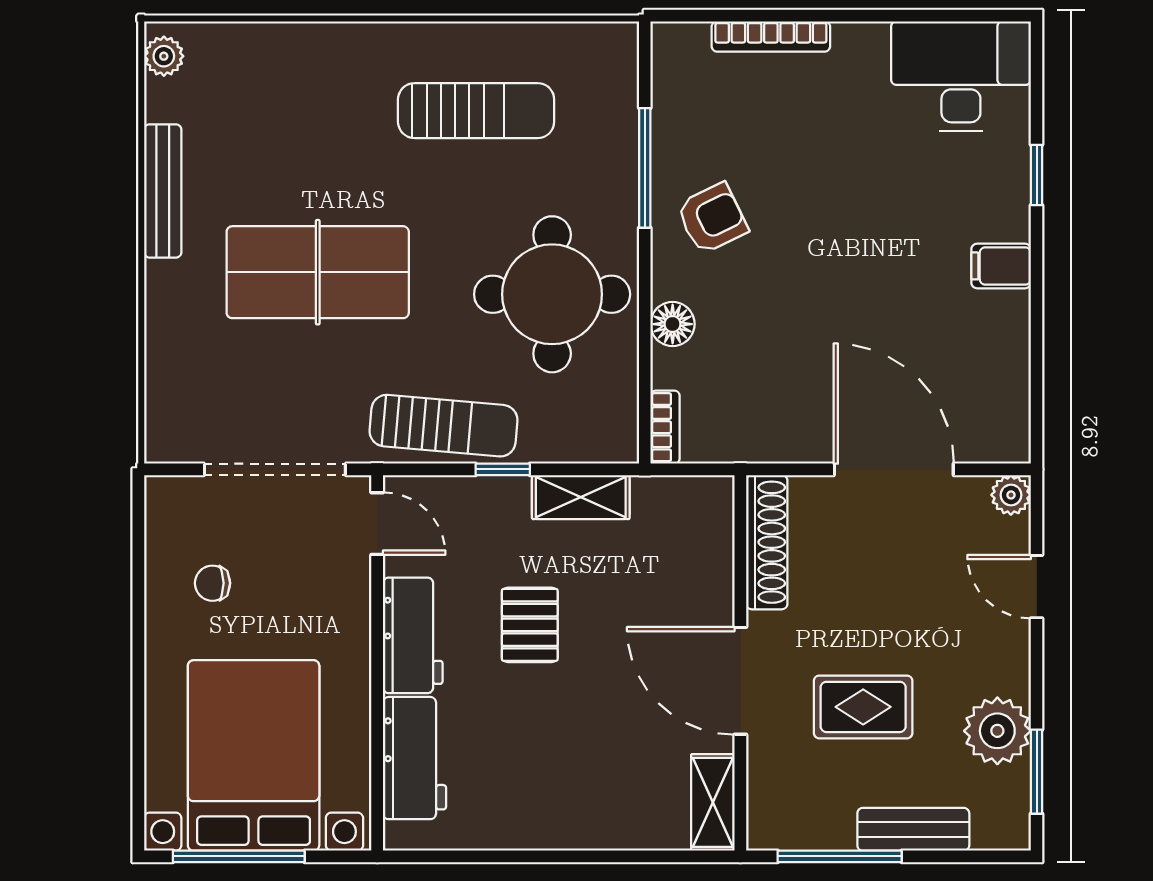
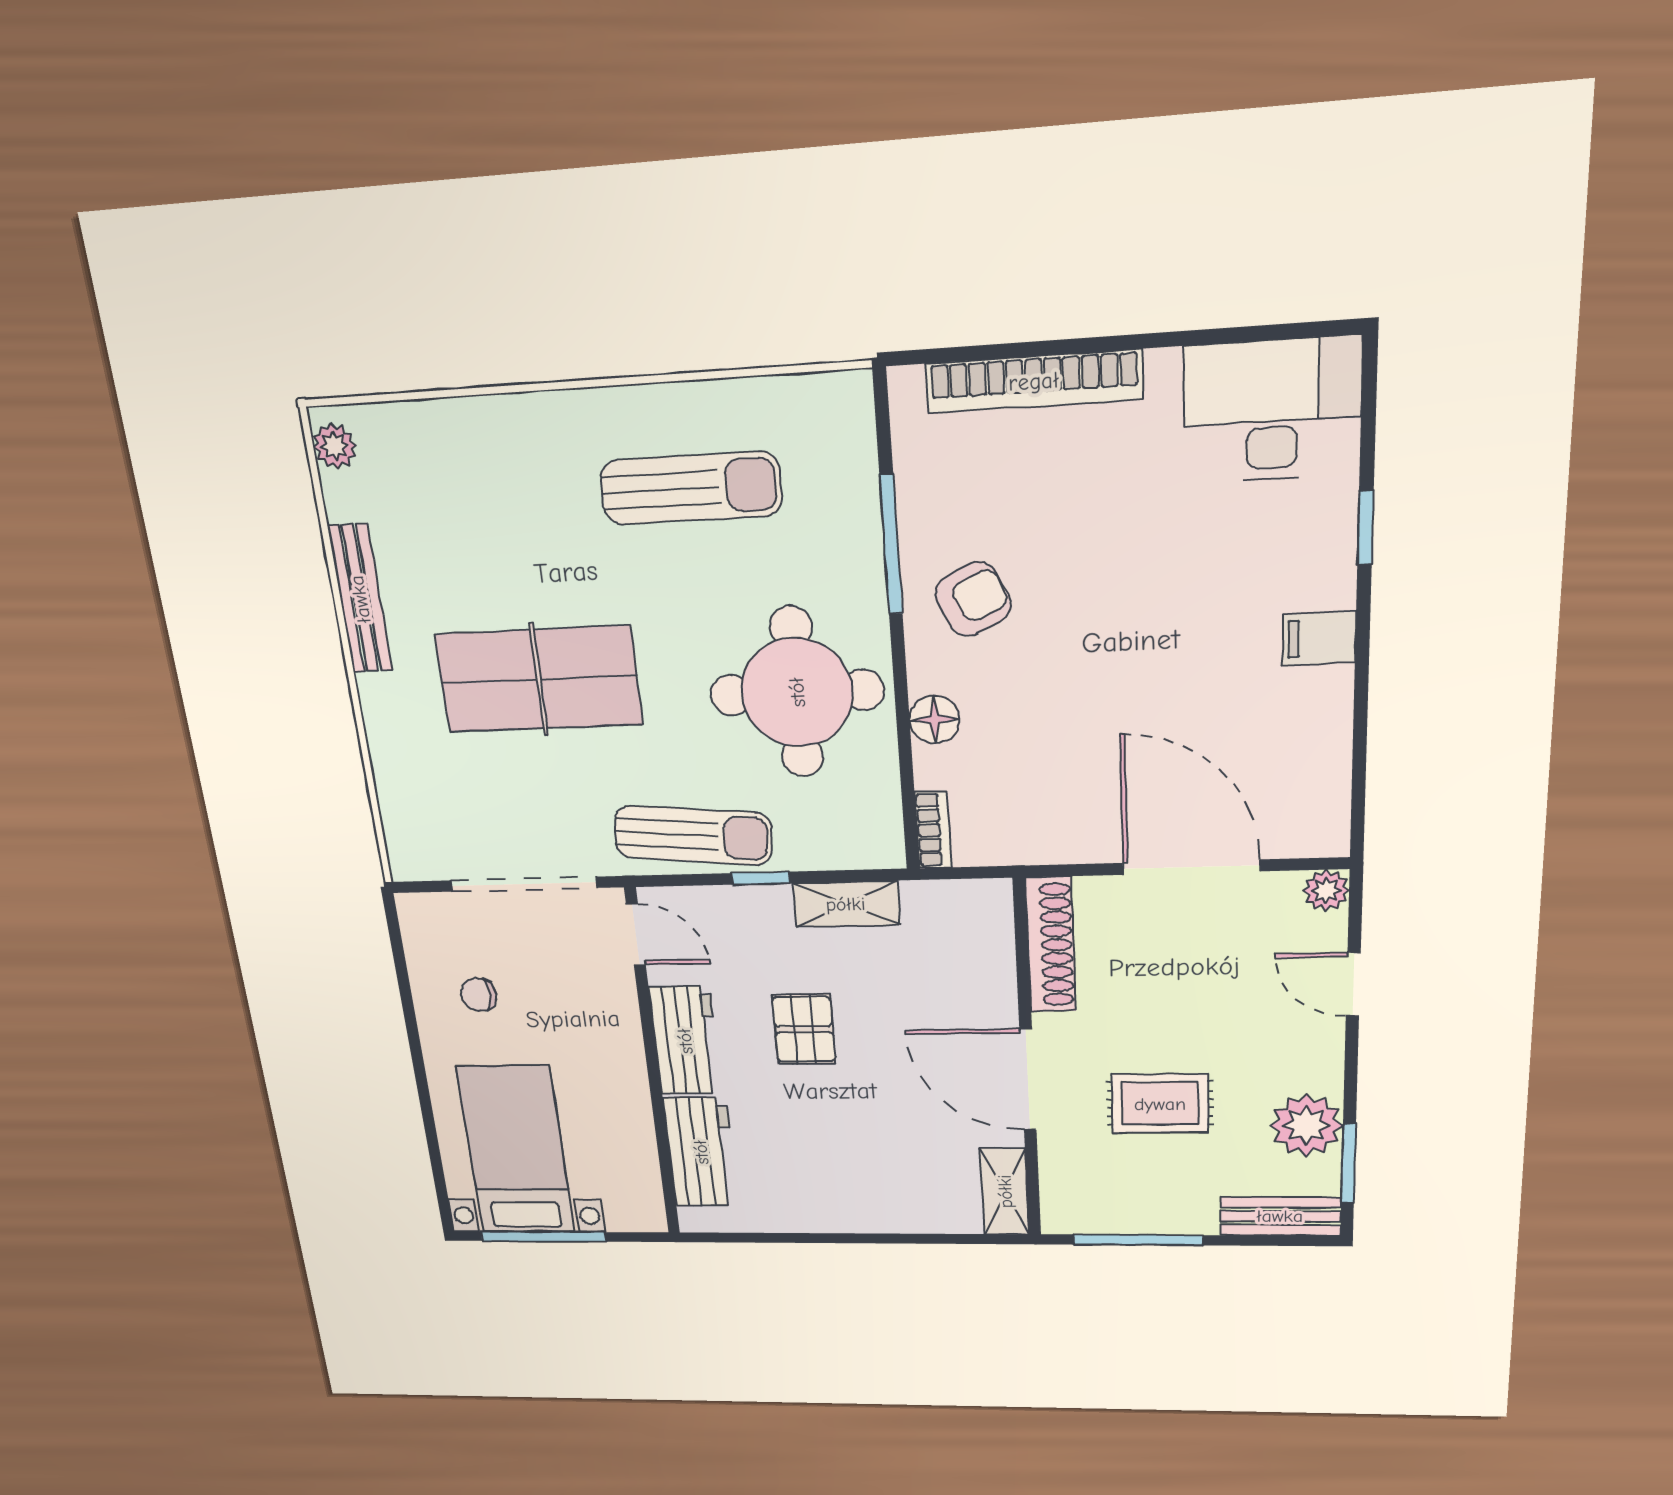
bookcase: (771, 36) -> (1034, 381), width x1.48, depth x1.31
bed with nightstands: (254, 755) -> (516, 1150), width x0.73
bench: (913, 829) -> (1280, 1216), moved

